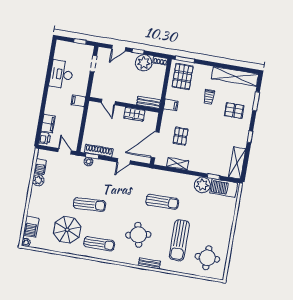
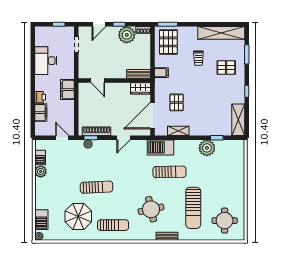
filing cabinet: (78, 101) -> (67, 90), width x2.00
wardrobe: (134, 114) -> (140, 88), moved
printer: (45, 138) -> (40, 97), moved
barbecue: (224, 188) -> (160, 147), moved

